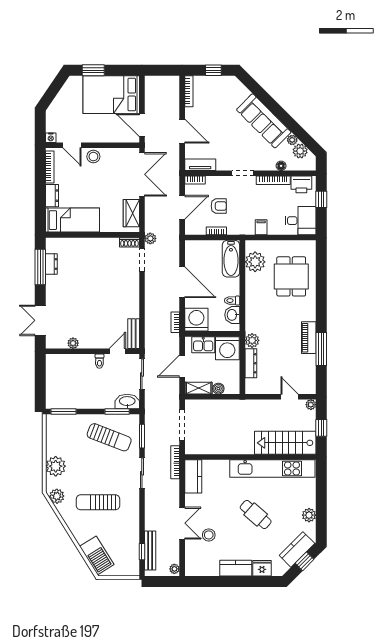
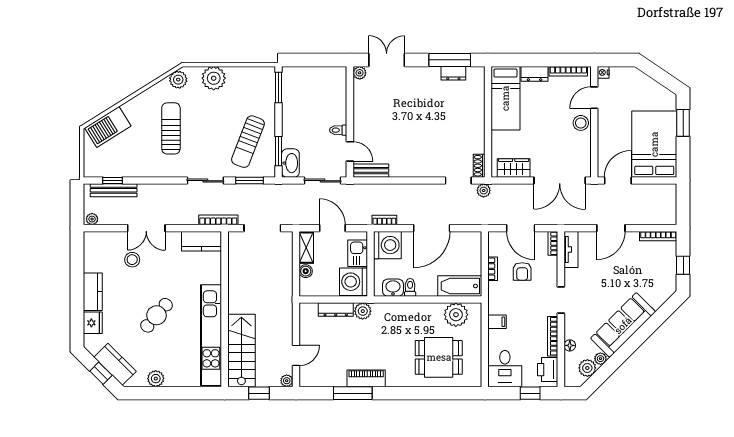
plant: (73, 343) -> (360, 73), moved

